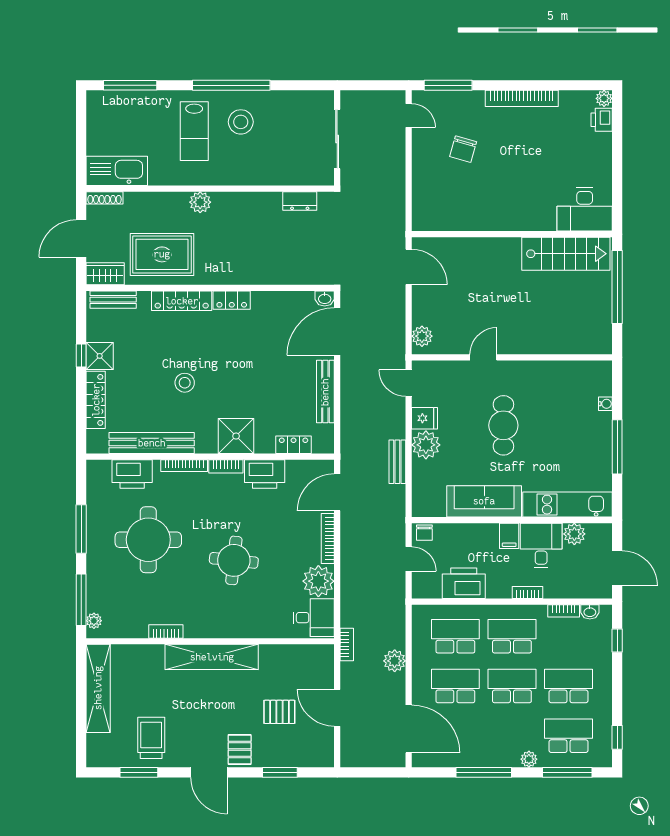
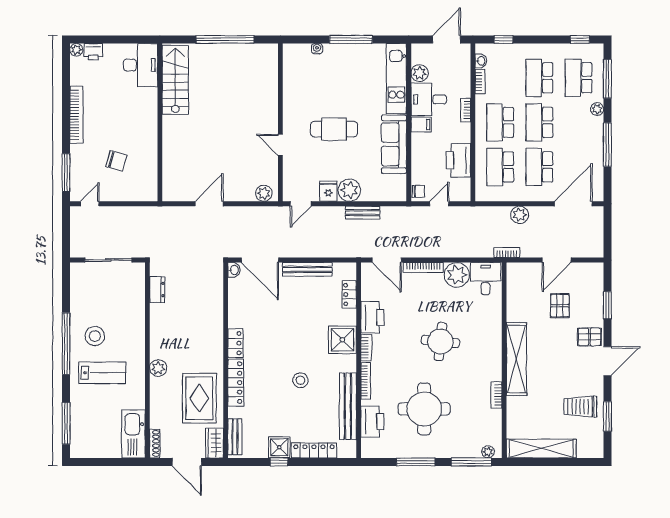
desk: (585, 210) -> (140, 65), moved
wall: (512, 234) -> (160, 122), moved
stairs: (566, 254) -> (175, 80), moved

